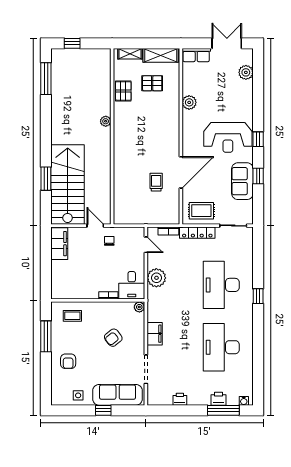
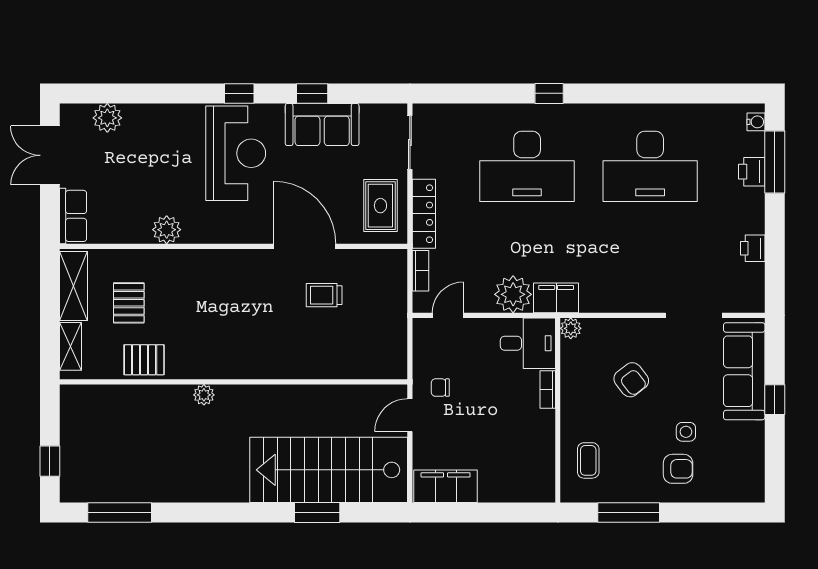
filing cabinet: (155, 334) -> (556, 298), moved
side table: (78, 395) -> (686, 432), moved

